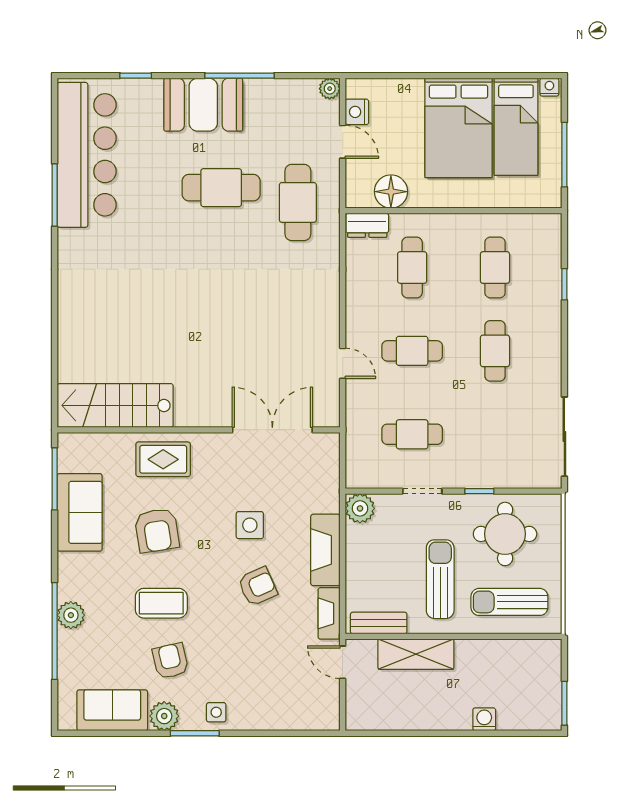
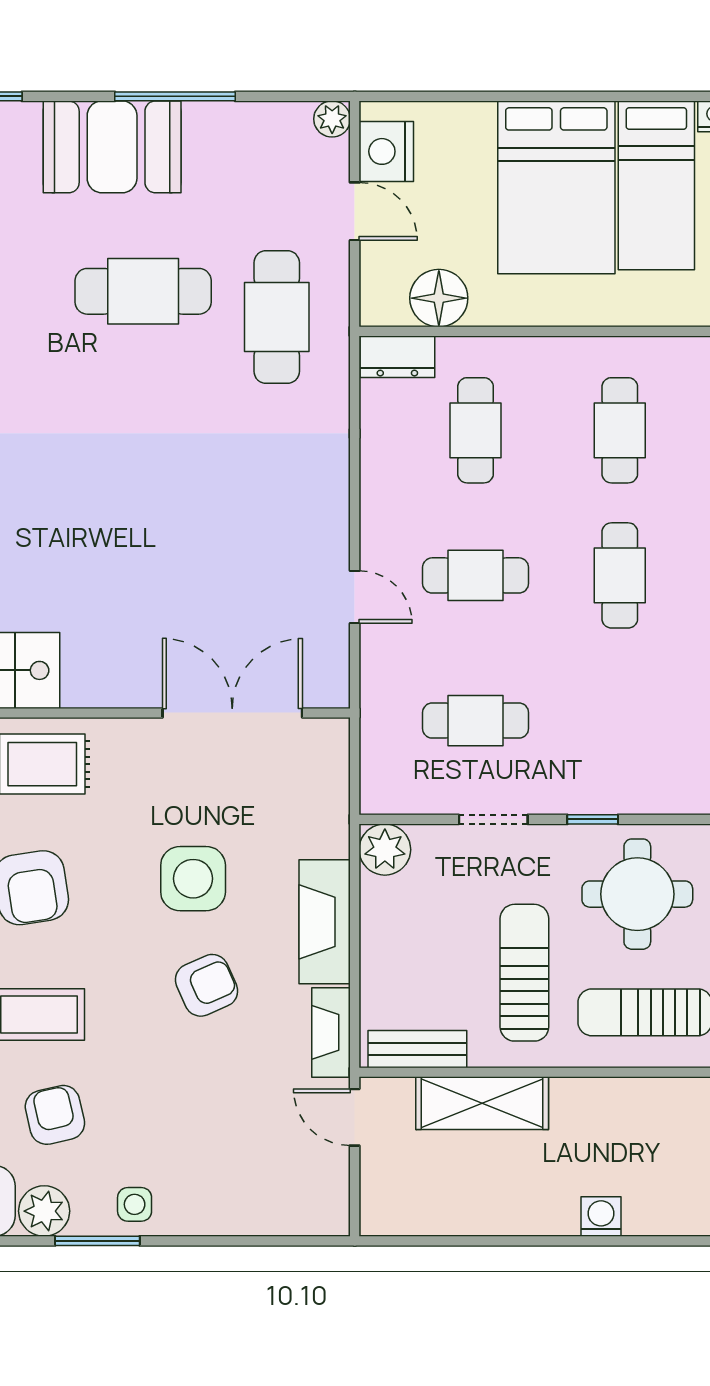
nightstand: (357, 112) -> (386, 151), width x1.36, depth x1.33
side table: (250, 525) -> (193, 879), width x1.37, depth x1.37

